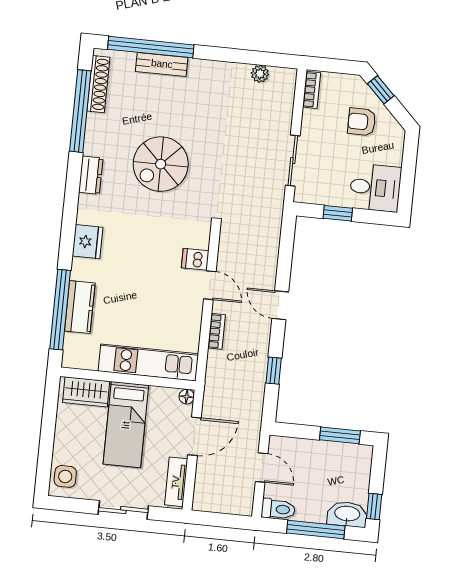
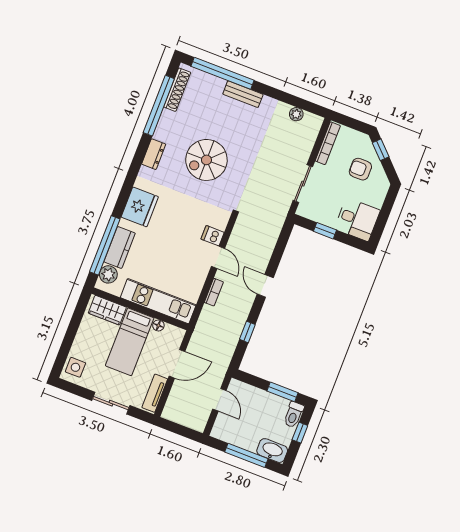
bench: (162, 64) -> (243, 94), moved
bookcase: (312, 90) -> (328, 143), width x1.56
fridge: (87, 242) -> (140, 207), width x1.36, depth x1.34
plant: (75, 346) -> (108, 274), added
floor lamp: (187, 397) -> (158, 325), moved
window: (374, 507) -> (300, 433), moved
toilet: (278, 509) -> (294, 415), moved, turned 90

